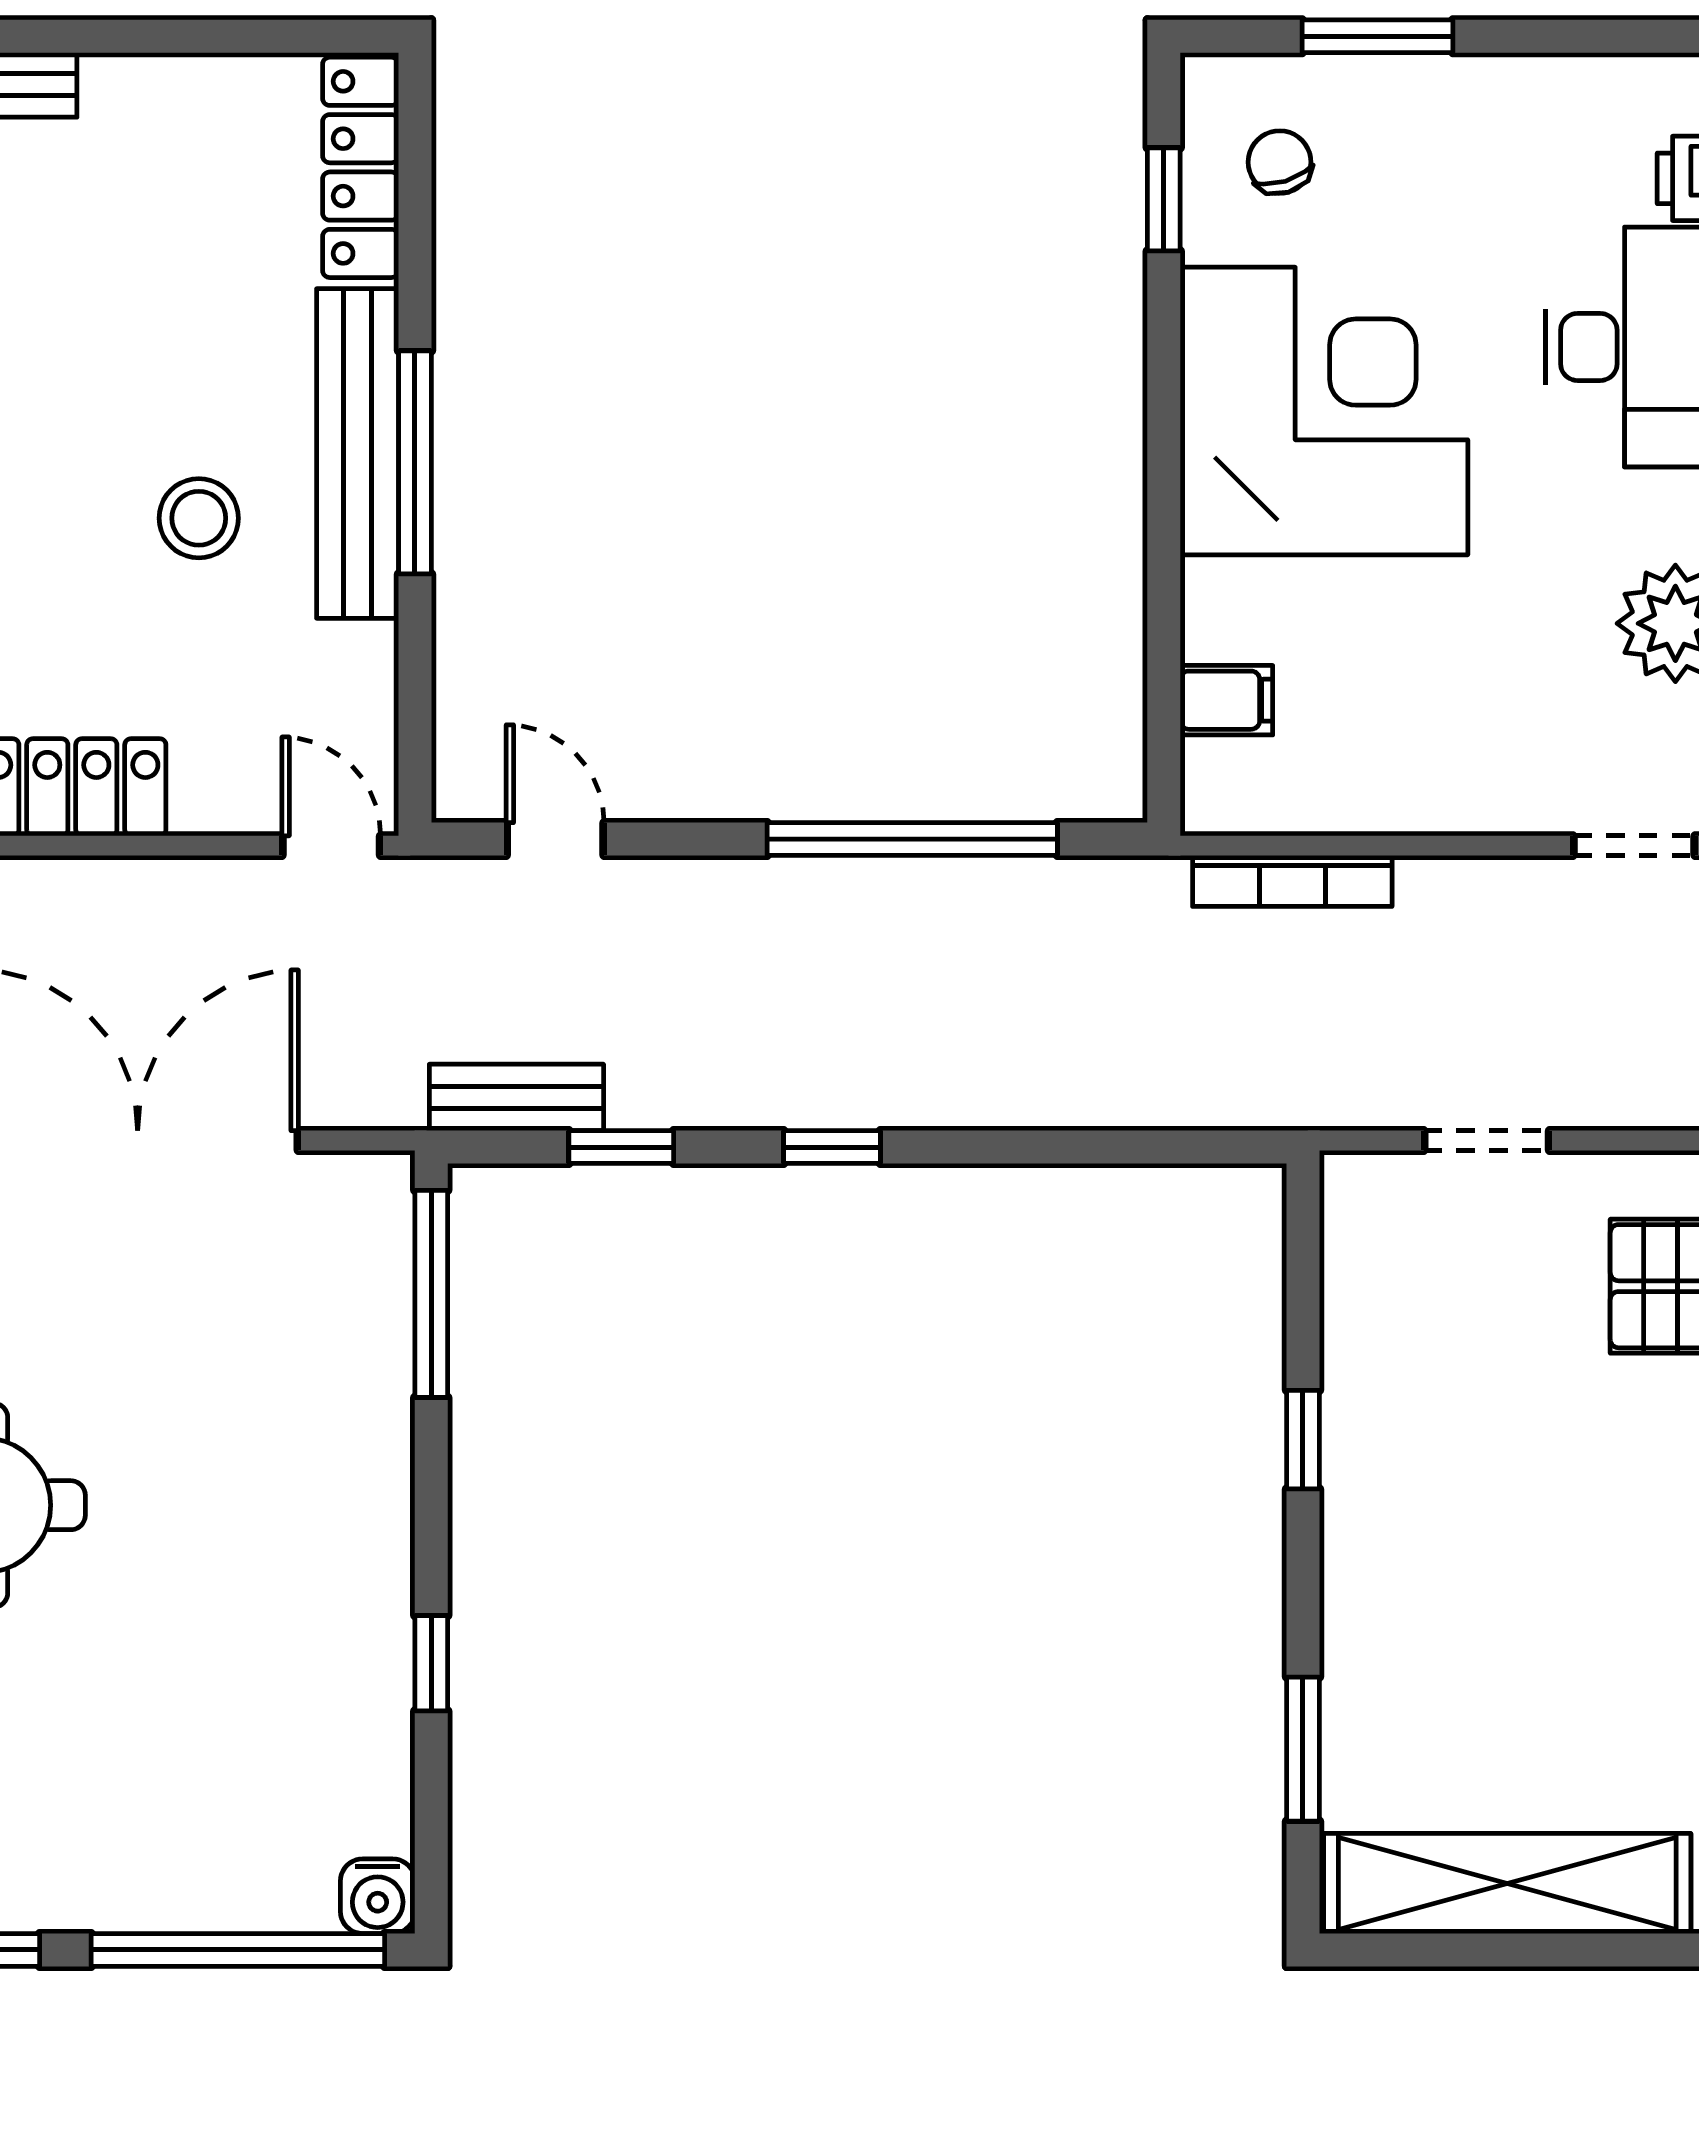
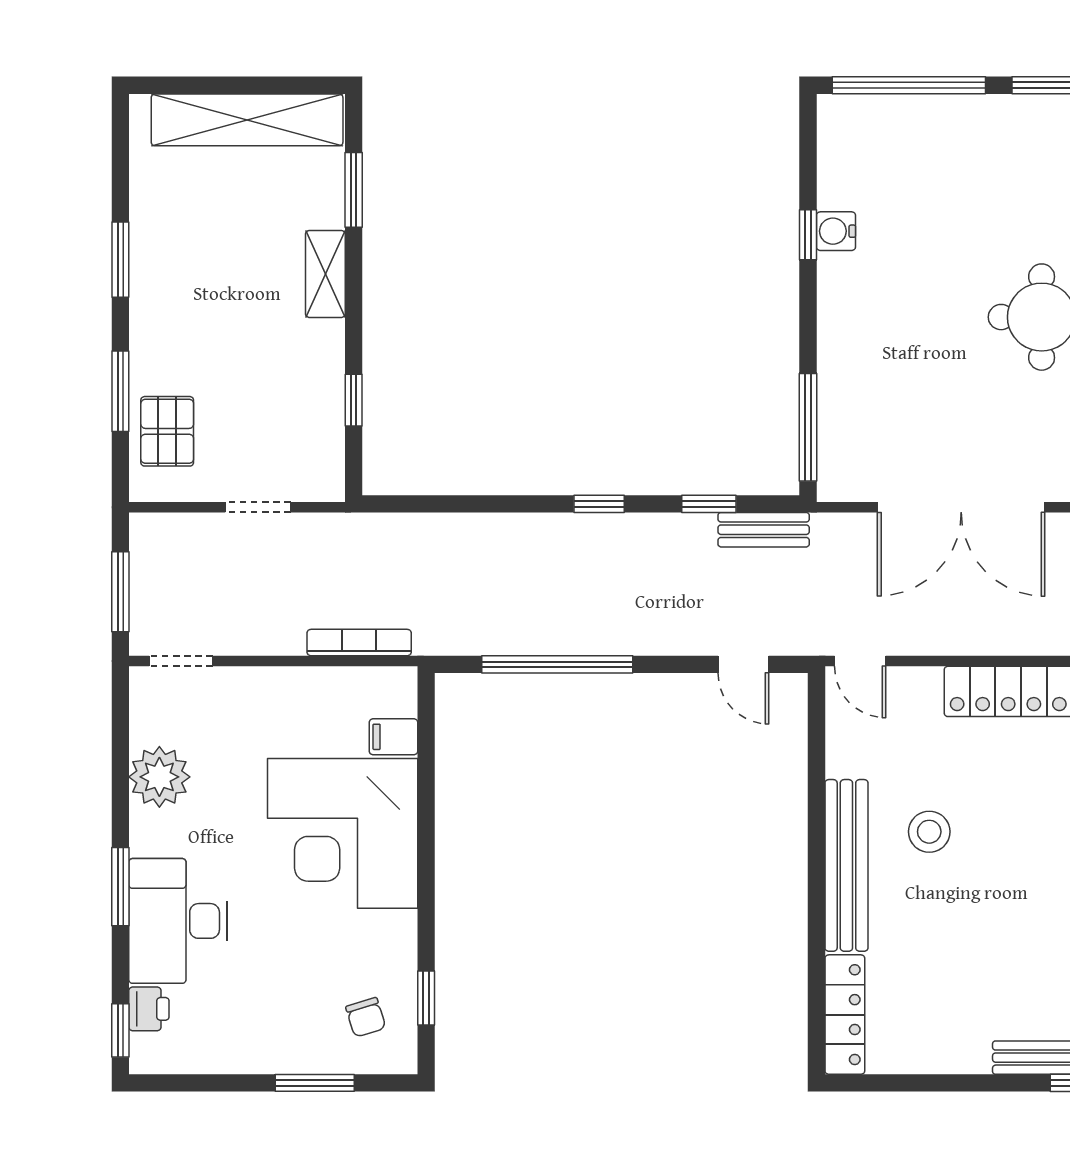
corner desk: (1324, 411) -> (343, 833), moved
window: (415, 462) -> (817, 861), removed
window: (1303, 1440) -> (354, 400), moved
shelving: (1357, 1588) -> (325, 274), added
water cooler: (378, 1896) -> (836, 231), moved, turned -90

